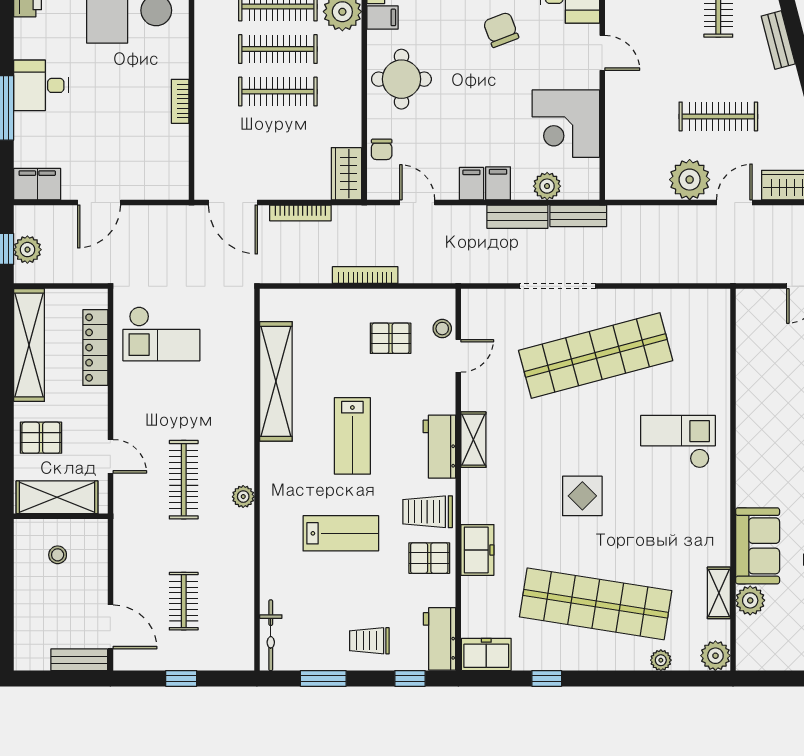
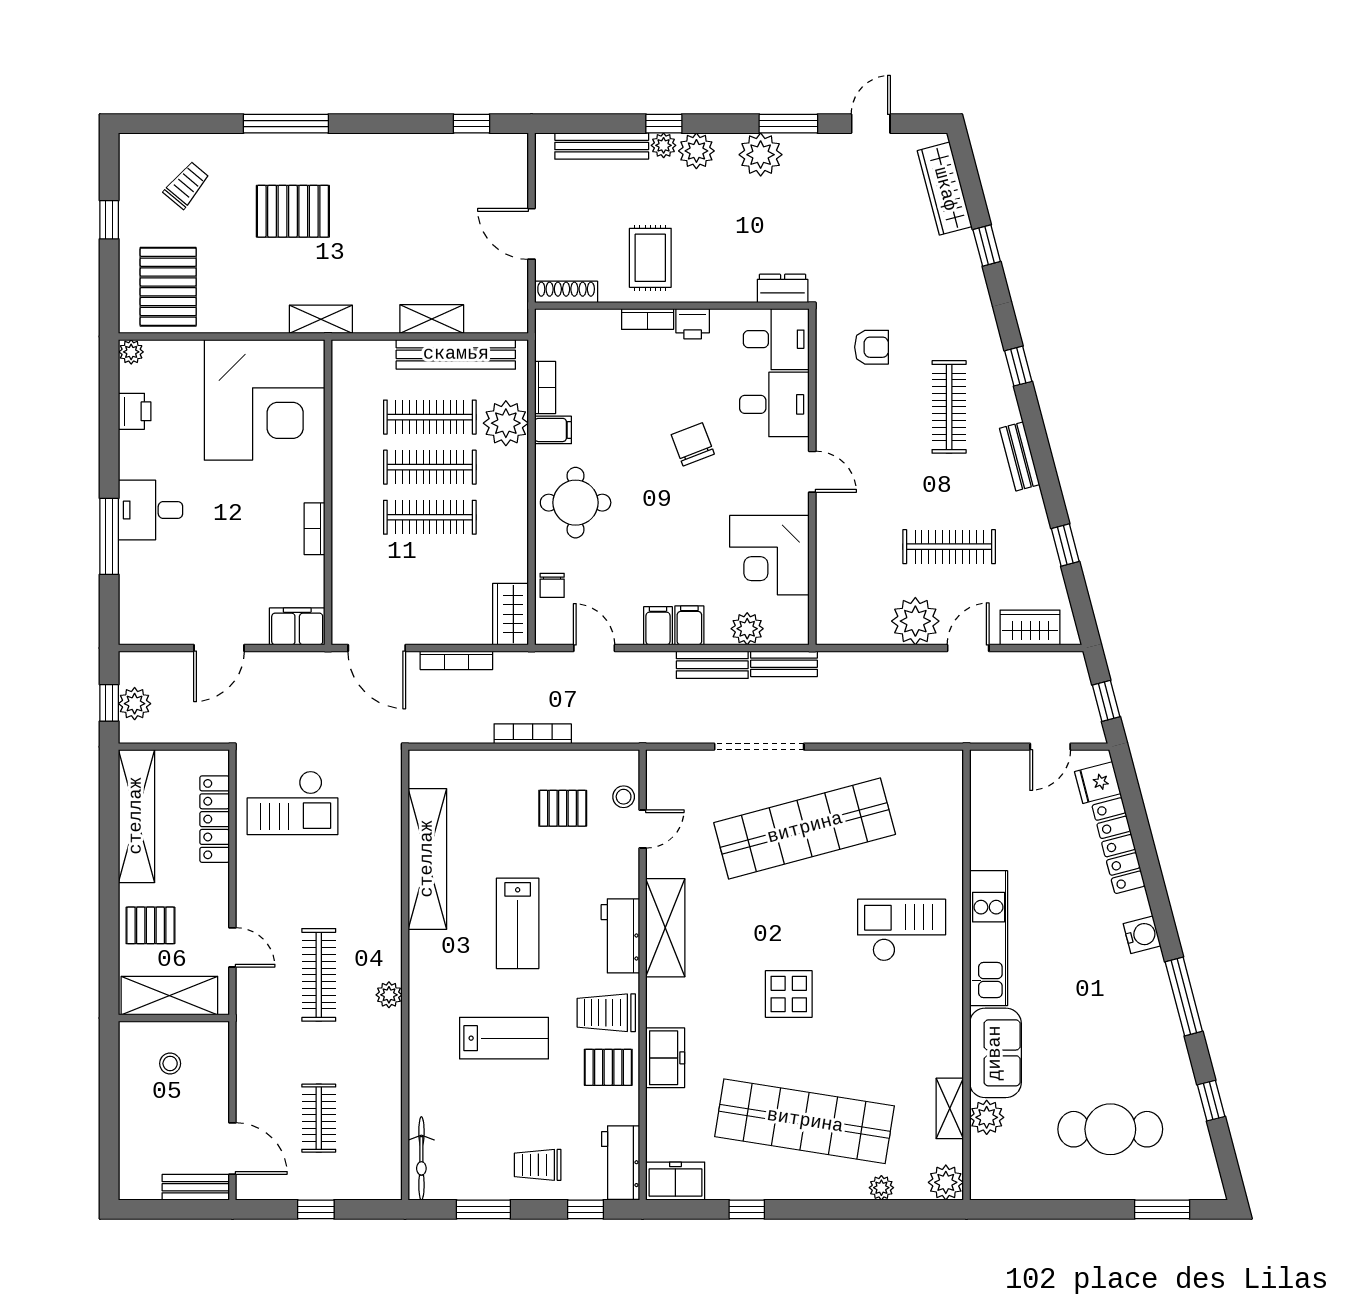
filing cabinet: (37, 184) -> (297, 626), moved
shelving: (473, 440) -> (665, 928), width x1.50, depth x1.33
kitchen unit: (752, 449) -> (989, 938), added

